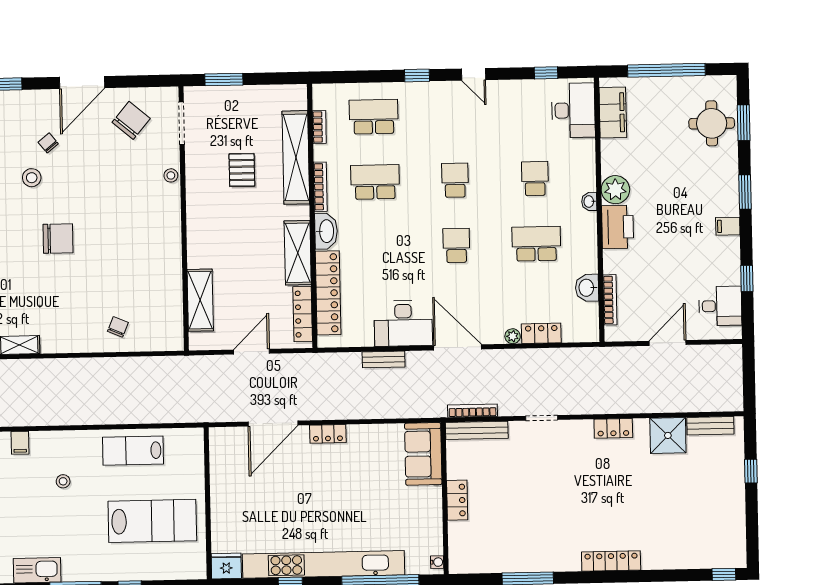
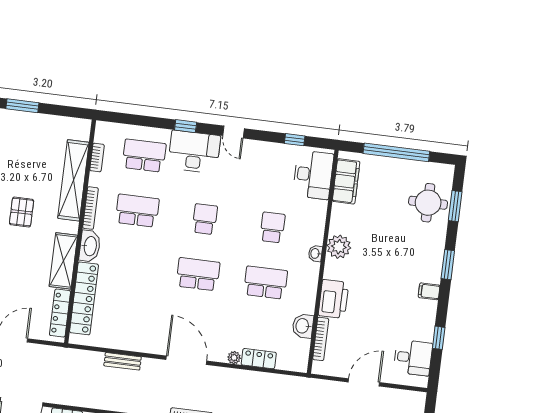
pallet: (242, 170) -> (22, 212), moved
printer: (618, 227) -> (333, 299), moved
school desk: (456, 245) -> (198, 274), width x1.85
desk: (403, 323) -> (194, 152), moved, turned 180

